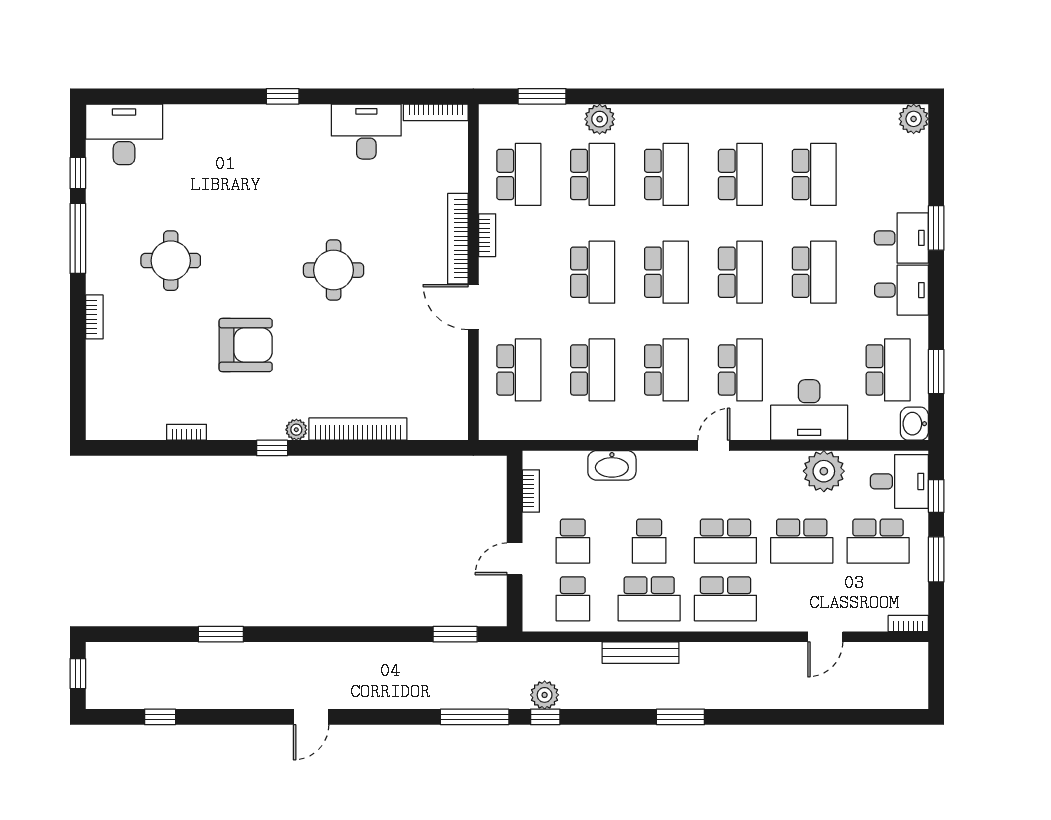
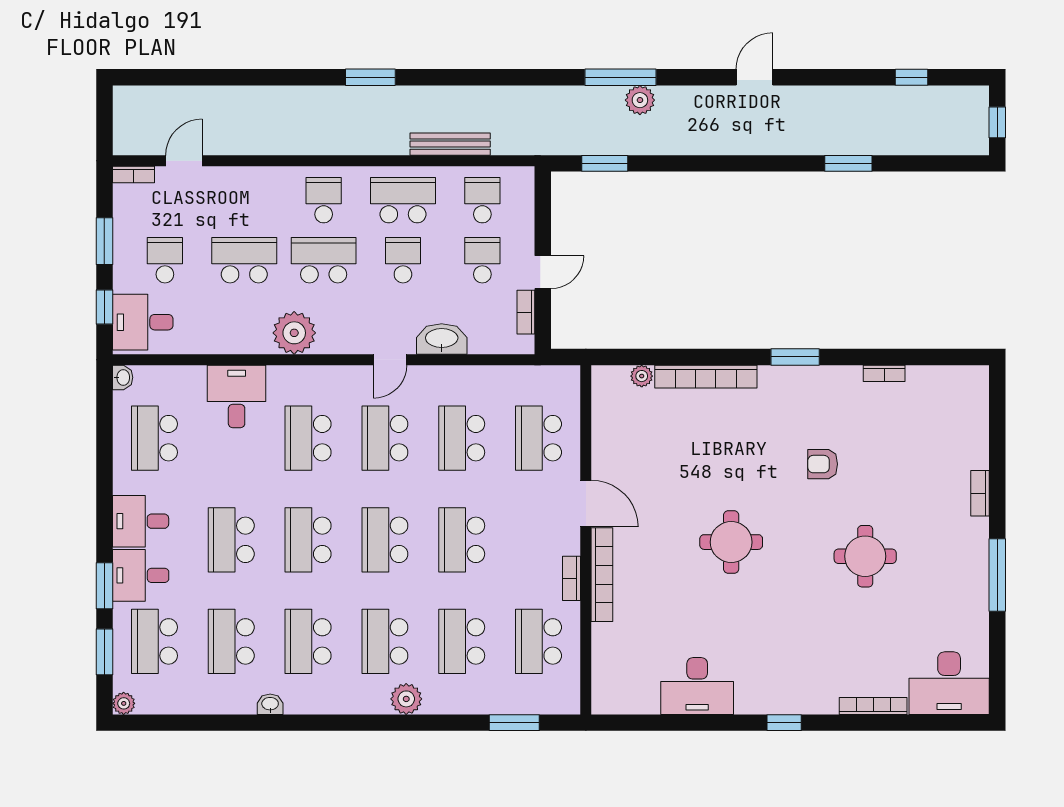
bookcase: (436, 112) -> (873, 706), moved
washbasin: (777, 114) -> (270, 704), added
plant: (600, 119) -> (406, 699), moved
plant: (914, 119) -> (124, 703), width x0.73, depth x0.73
window: (78, 173) -> (997, 643), removed
school desk: (888, 174) -> (154, 641), added
round table: (171, 261) -> (865, 556), moved
armchair: (246, 345) -> (823, 464), width x0.53, depth x0.53
window: (936, 372) -> (104, 652), moved
desk: (809, 410) -> (237, 396), width x0.73
washbasin: (914, 424) -> (123, 377), width x0.72, depth x0.69
plant: (296, 430) -> (642, 376), moved
door: (714, 445) -> (390, 360), moved
window: (272, 448) -> (795, 357), width x1.50
plant: (824, 471) -> (294, 333), moved
school desk: (878, 541) -> (165, 260), width x0.54
door: (515, 559) -> (543, 272), moved
school desk: (725, 599) -> (324, 200), width x0.54
door: (825, 637) -> (184, 161), moved
bench: (641, 653) -> (450, 144), moved
plant: (545, 695) -> (640, 100), moved
window: (475, 717) -> (620, 77), moved
window: (545, 717) -> (511, 77), removed

